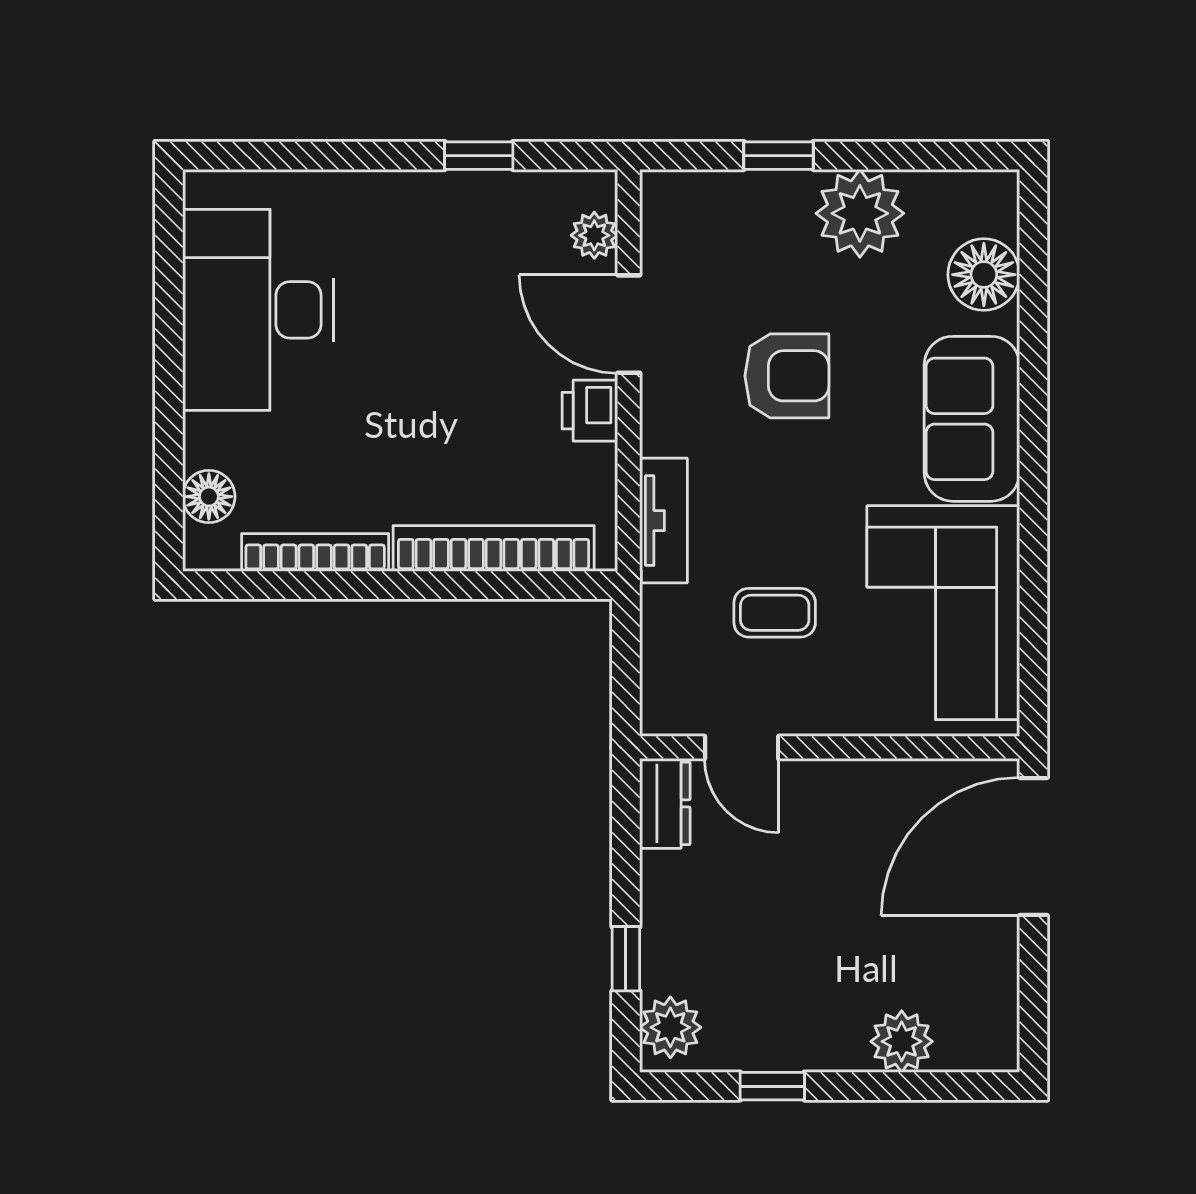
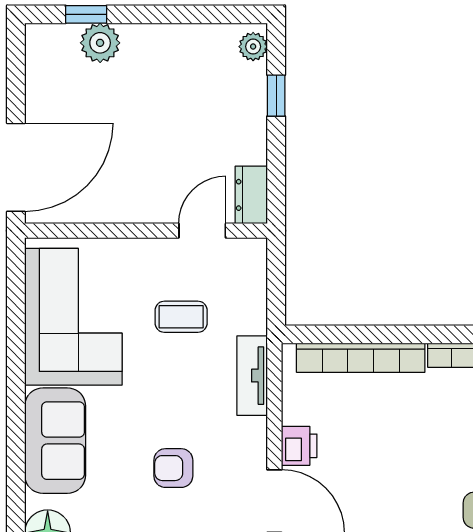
armchair: (787, 376) -> (173, 468), width x0.72, depth x0.72
door: (742, 747) -> (202, 231), hinge flipped
plant: (670, 1027) -> (253, 47), width x0.73, depth x0.73
window: (772, 1086) -> (86, 14), moved

